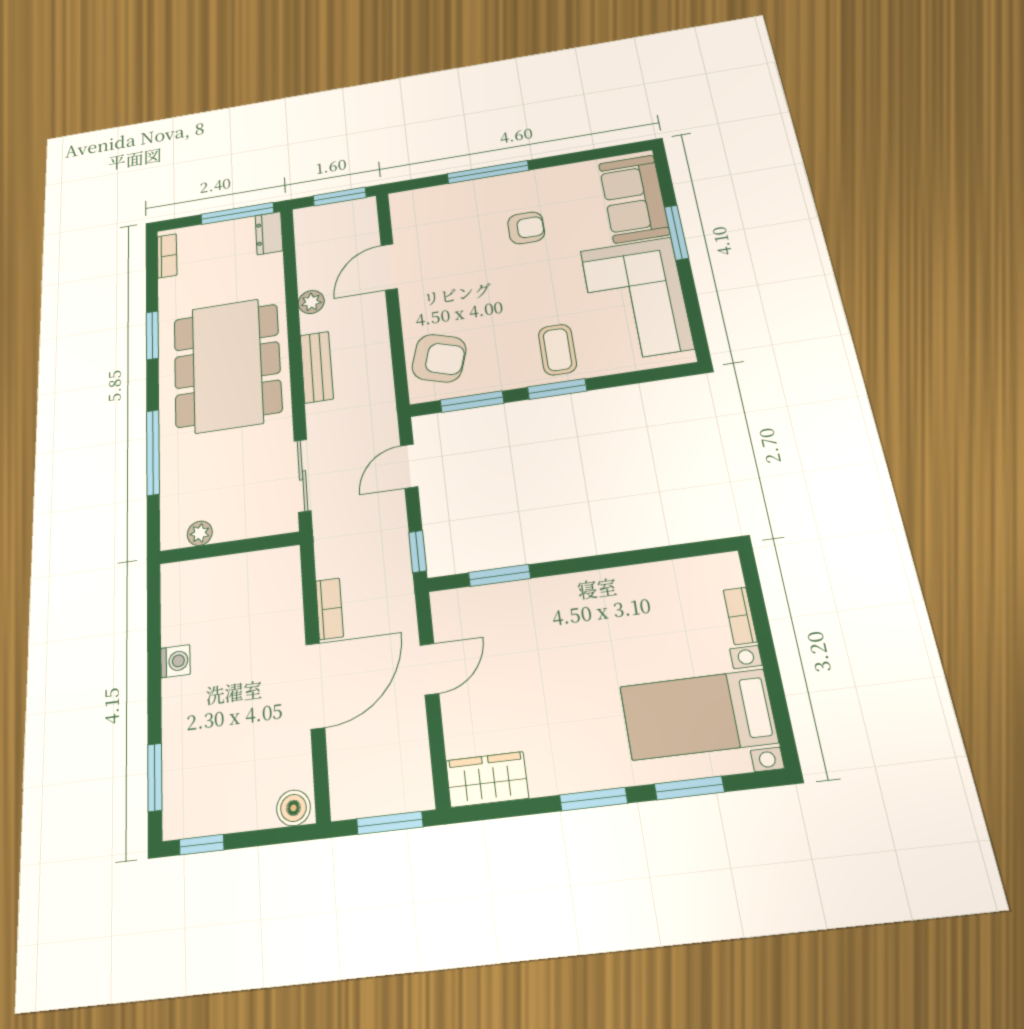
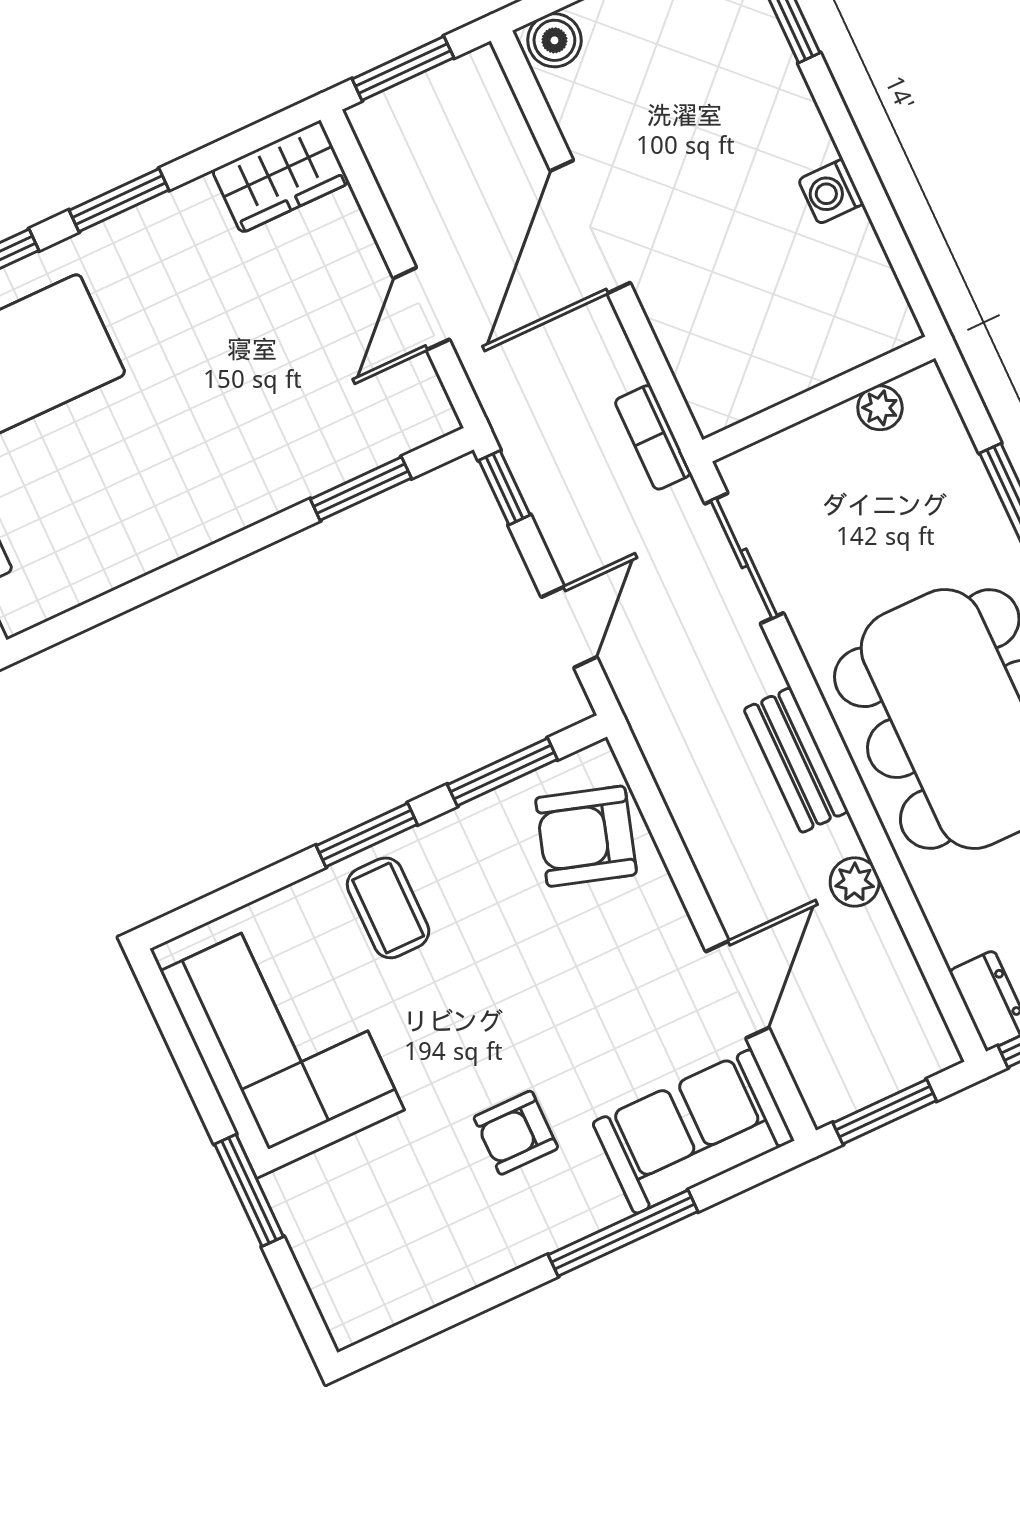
sofa: (634, 199) -> (693, 1131), moved, turned -90
bookcase: (329, 609) -> (653, 437), moved

